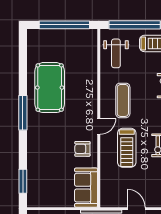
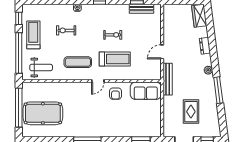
pool table: (50, 88) -> (43, 113), moved
door: (99, 126) -> (98, 81), swing flipped

